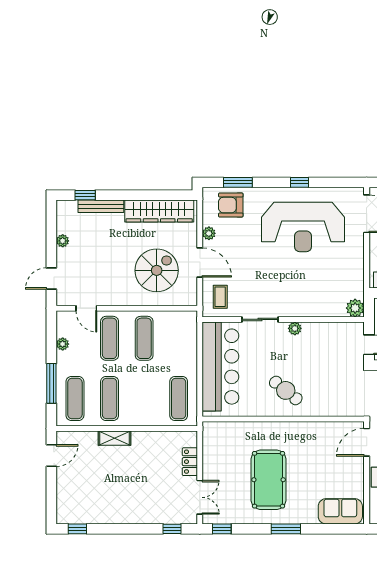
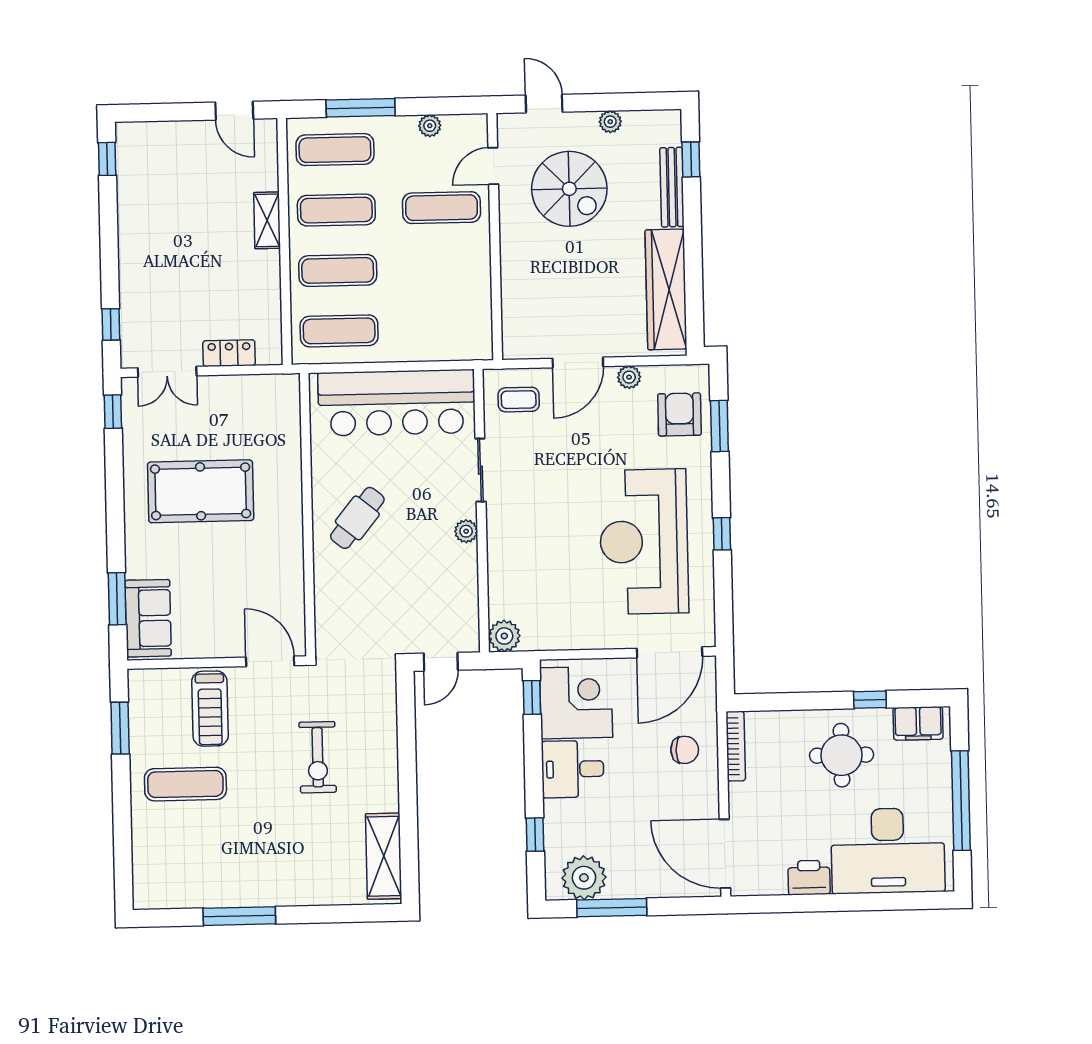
spiral stairs: (157, 270) -> (569, 189), moved
exercise mat: (144, 338) -> (338, 270), moved
window: (286, 529) -> (117, 599), moved

